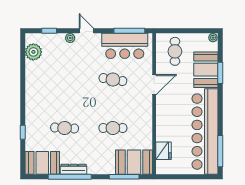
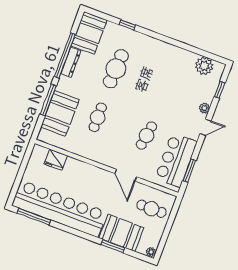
window: (129, 31) -> (189, 171), width x0.69
cafe table: (65, 128) -> (116, 69), width x1.37, depth x1.35
booth: (134, 162) -> (60, 113), moved
window: (124, 177) -> (48, 100), moved

